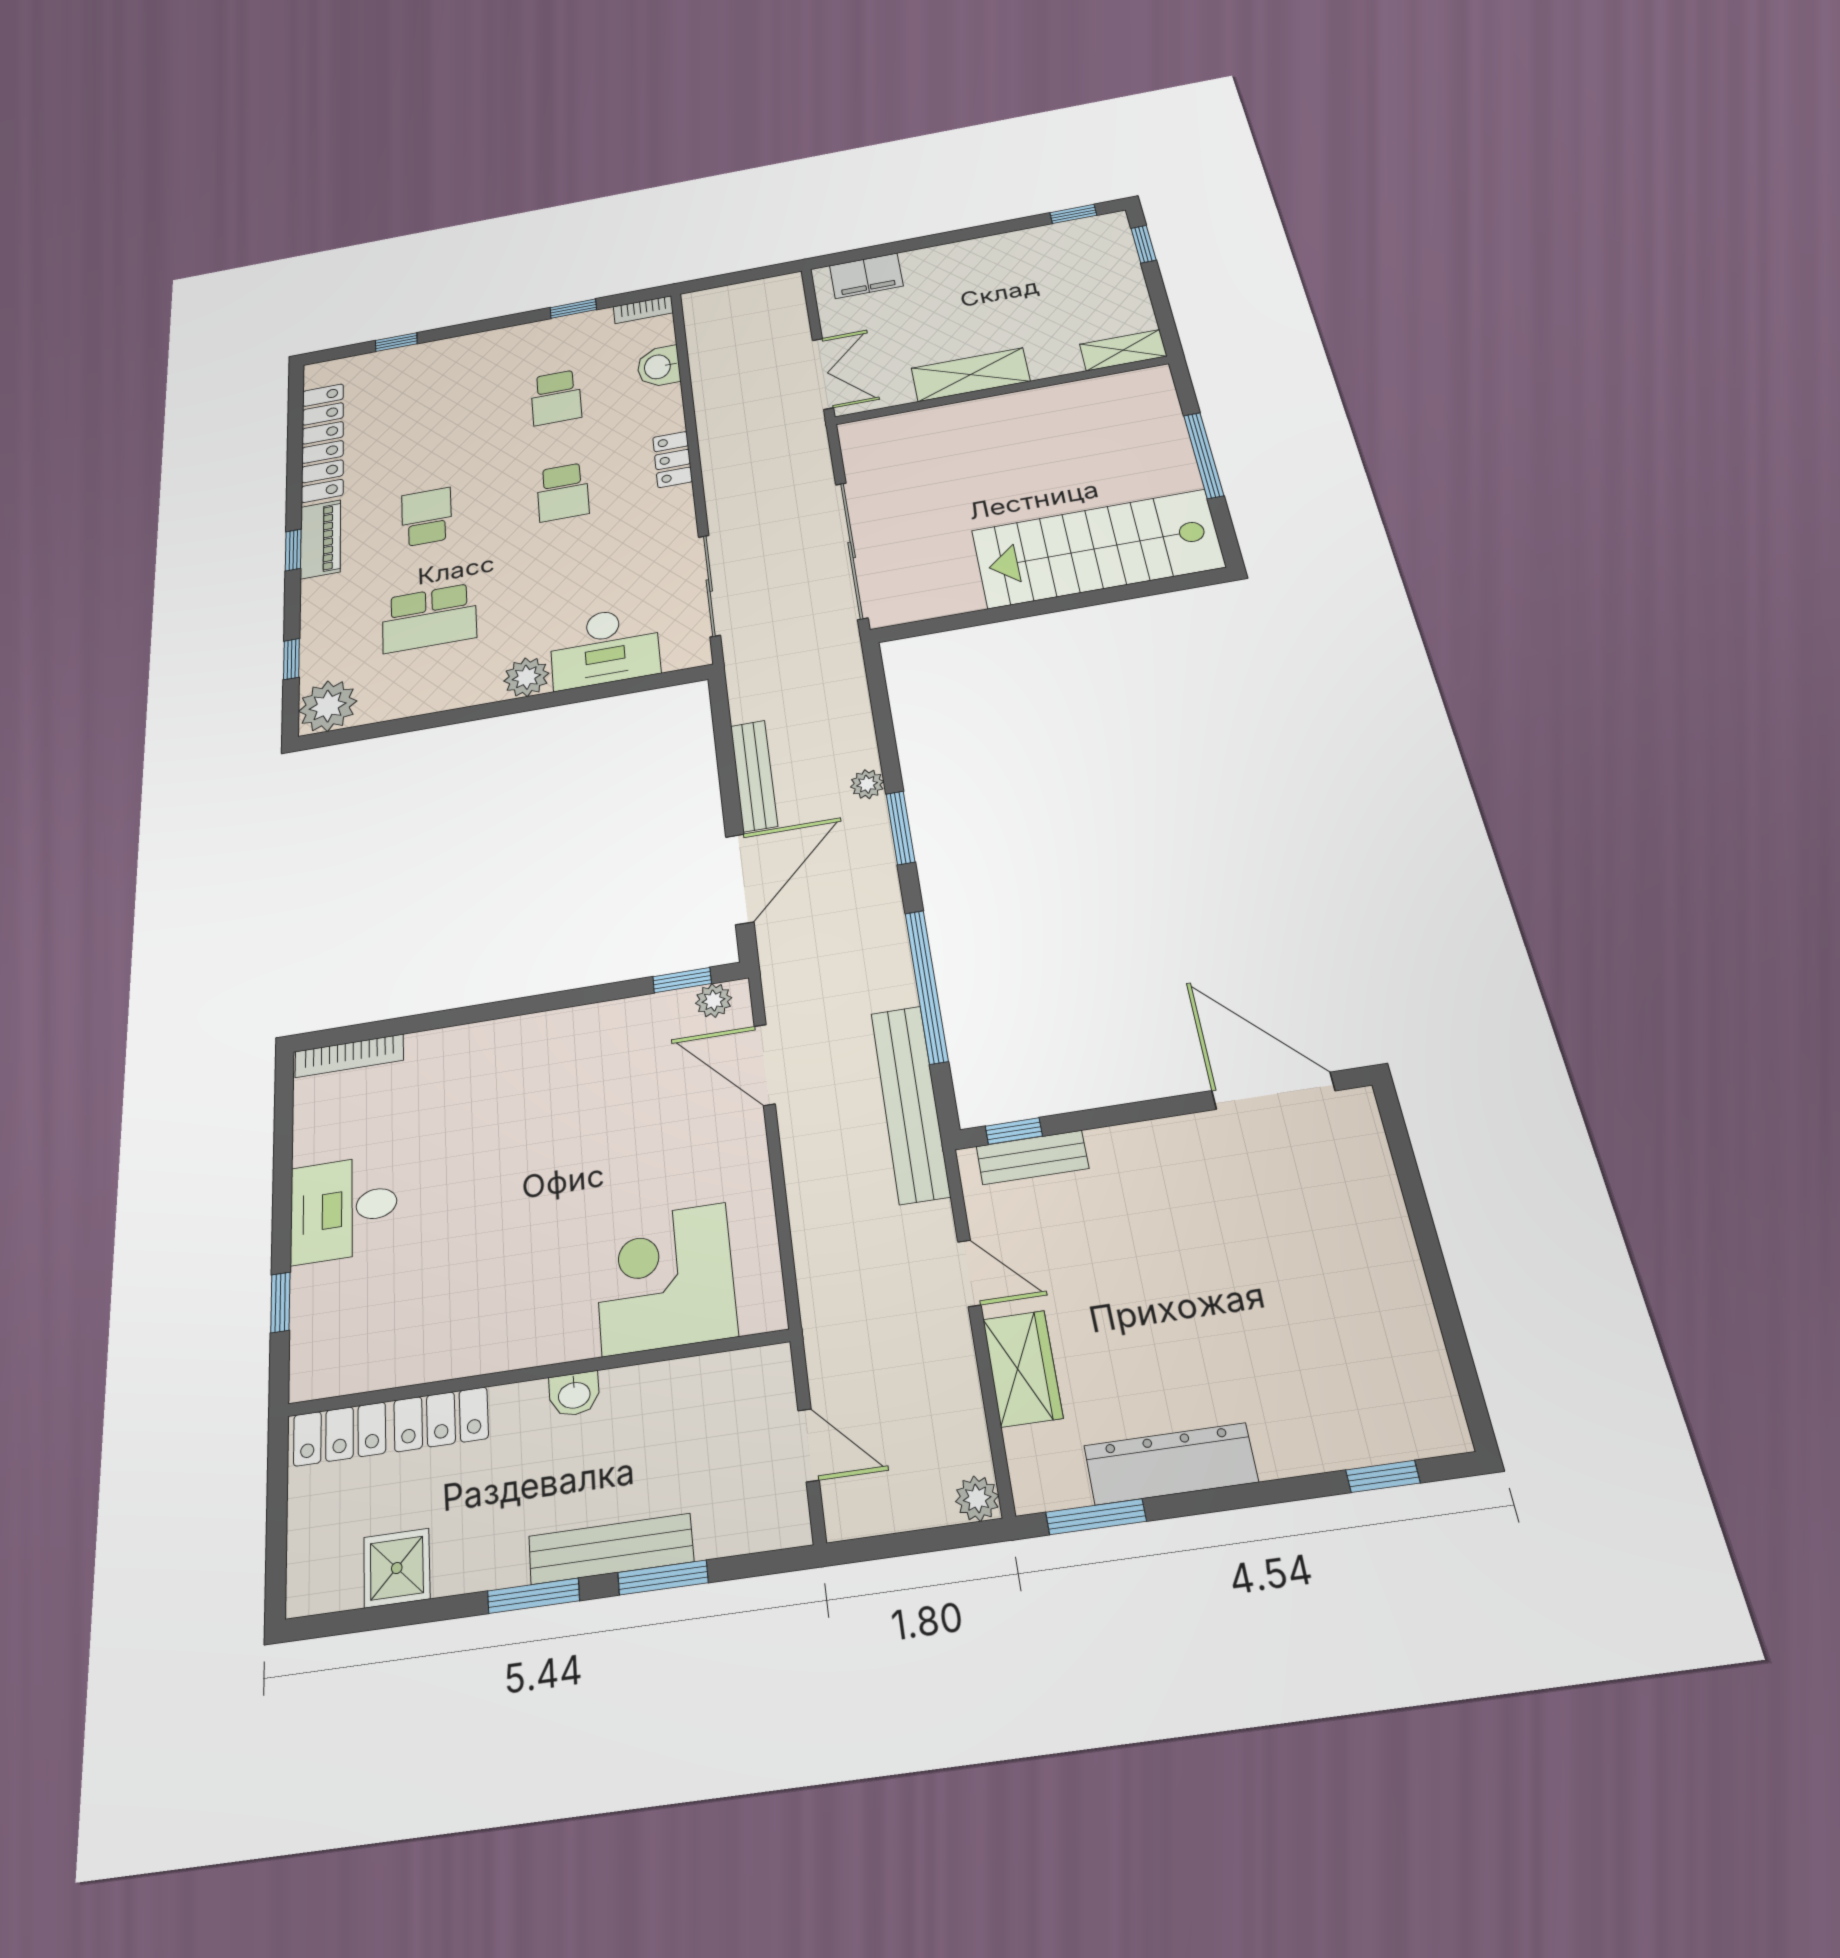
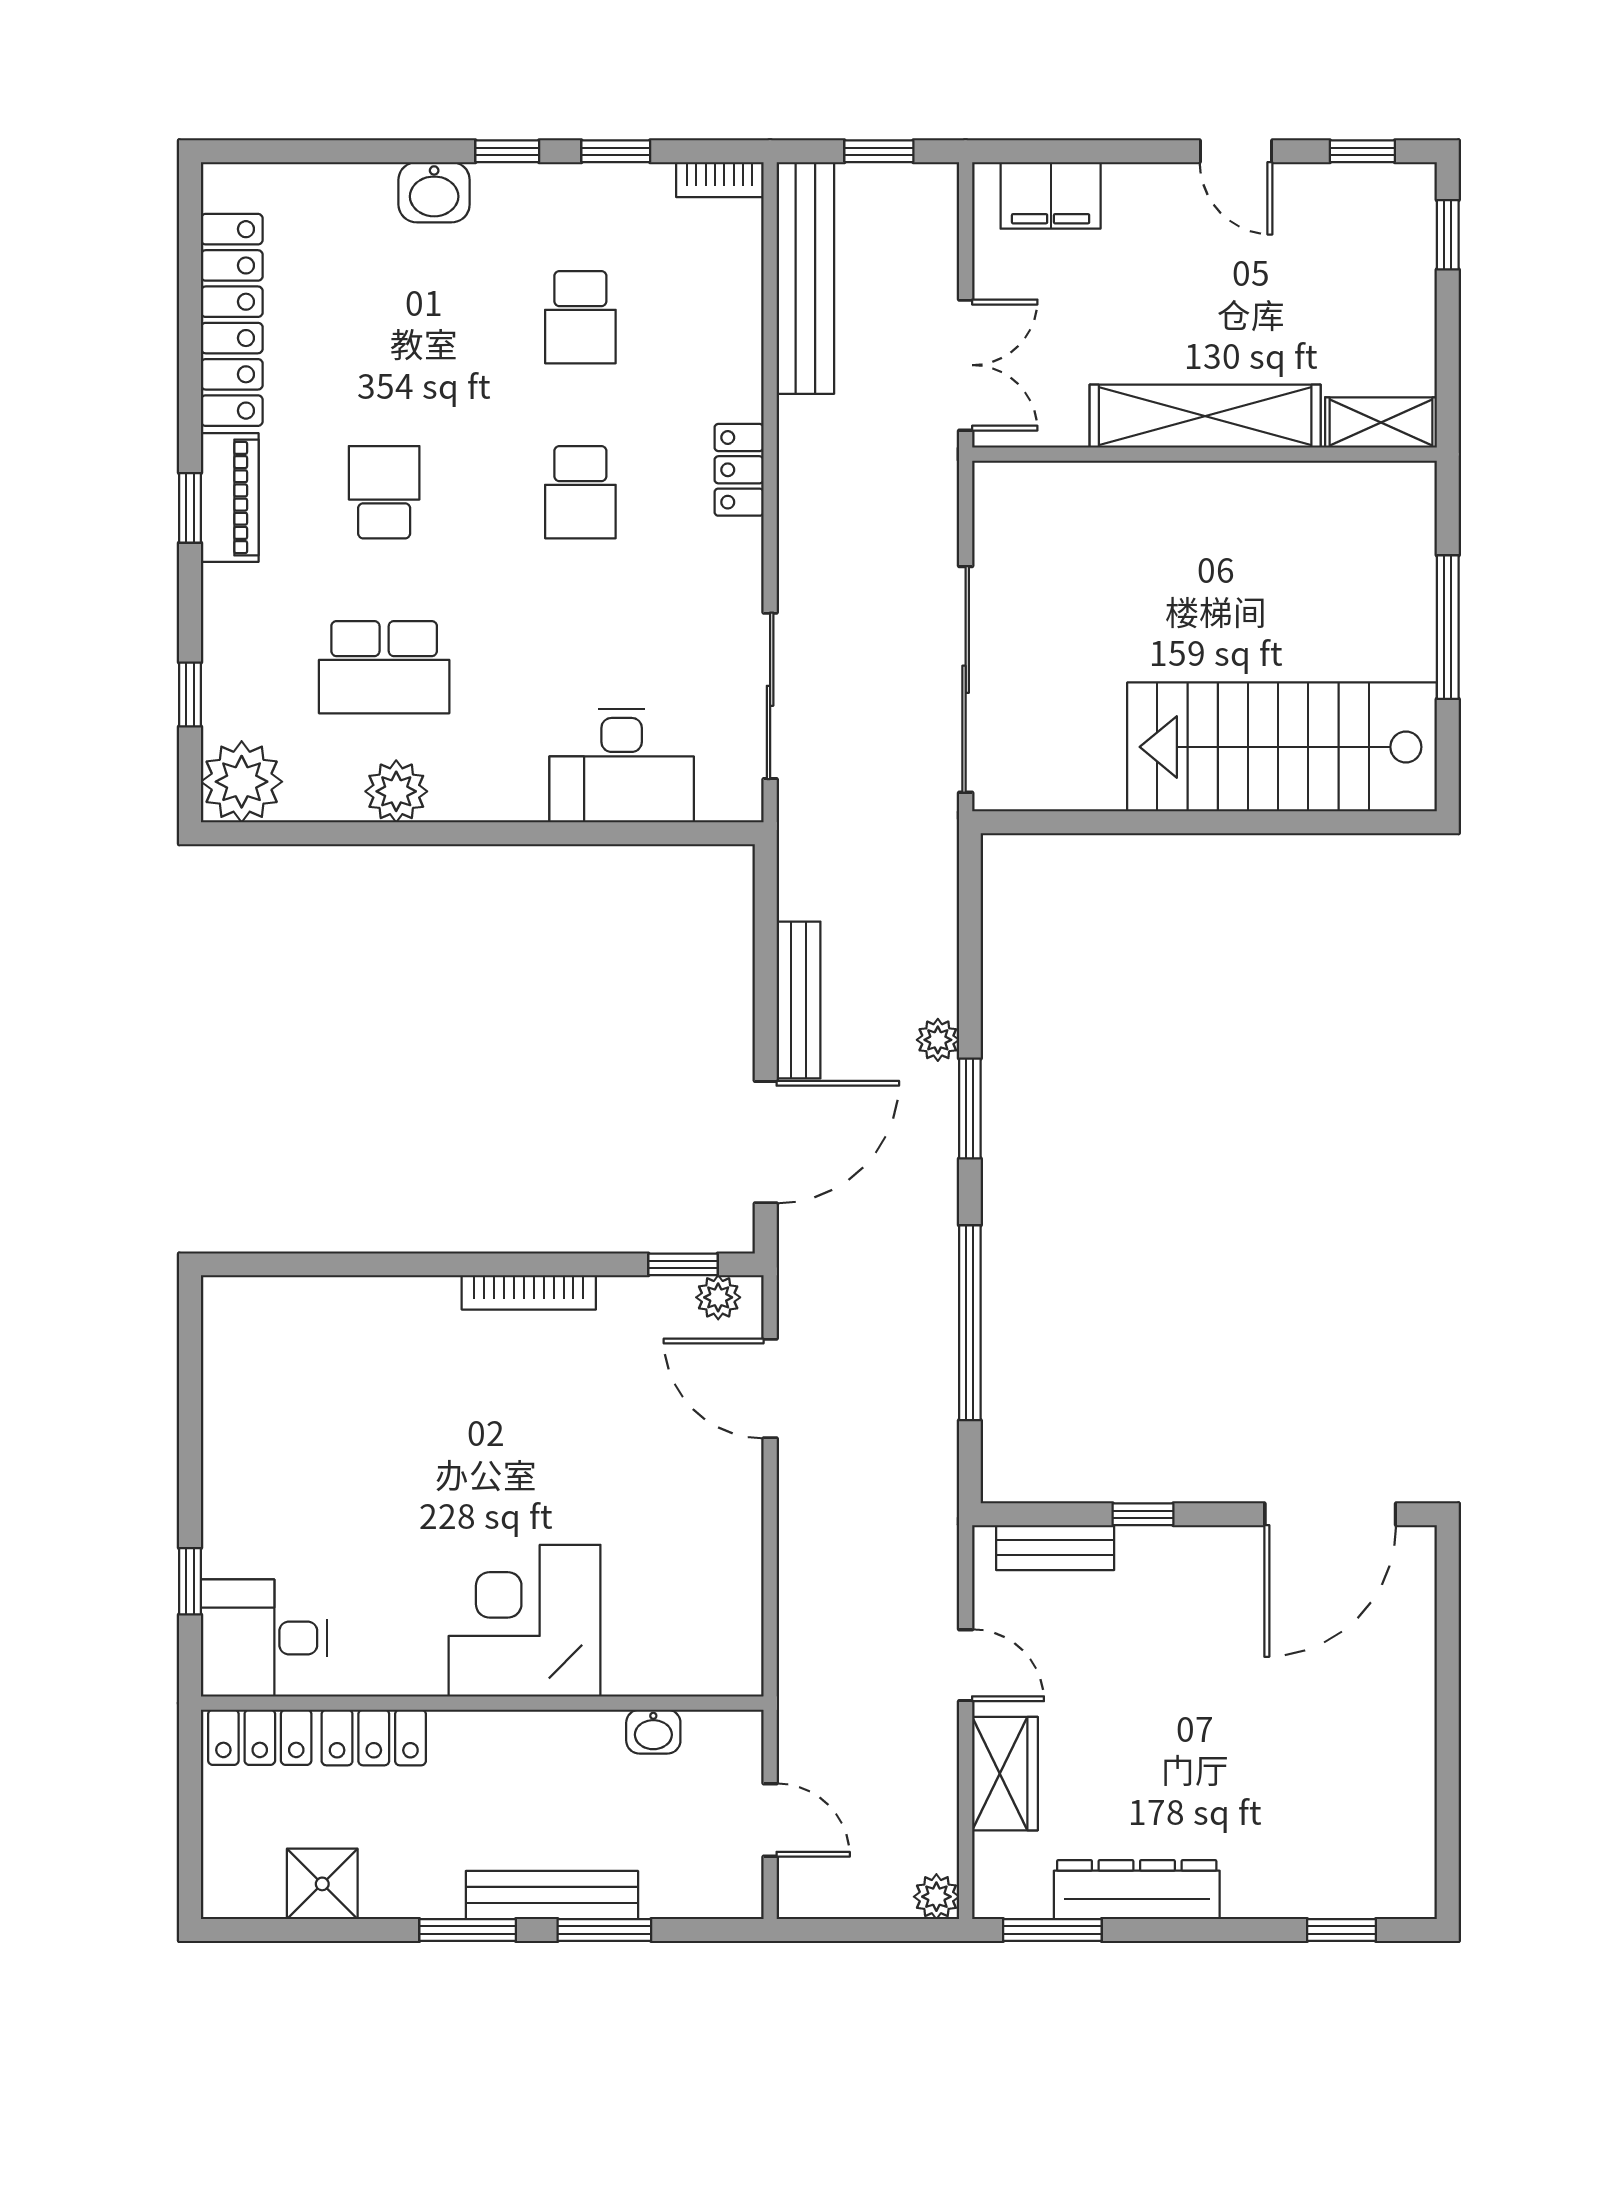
door: (987, 230) -> (1236, 151), added
window: (747, 276) -> (879, 151), added
window: (396, 342) -> (507, 151), moved
washbasin: (659, 367) -> (434, 192), moved, turned -90
shelving: (971, 375) -> (1205, 416), width x1.47
plant: (526, 677) -> (396, 791), moved
bookcase: (349, 1056) -> (529, 1292), moved
door: (1273, 1091) -> (1330, 1514), swing flipped
bench: (910, 1103) -> (805, 278), moved
window: (1014, 1131) -> (1143, 1514), moved
desk: (344, 1209) -> (264, 1638), moved
corner desk: (665, 1279) -> (524, 1621), moved
washbasin: (574, 1394) -> (653, 1732), moved

